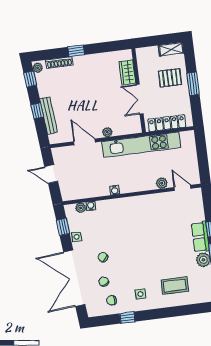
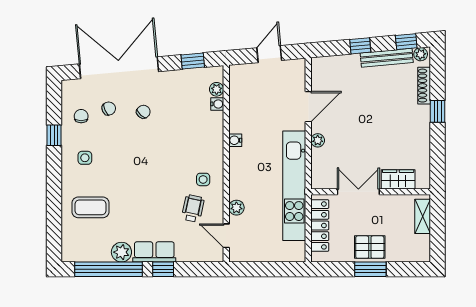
shelving: (171, 49) -> (423, 216), moved
pallet: (170, 78) -> (370, 247), moved, turned 90
bench: (49, 115) -> (387, 58), moved
door: (182, 188) -> (226, 236), swing flipped
wheelchair: (166, 214) -> (193, 208), added
side table: (77, 237) -> (203, 179), moved
coffee table: (175, 286) -> (90, 207), turned 90

